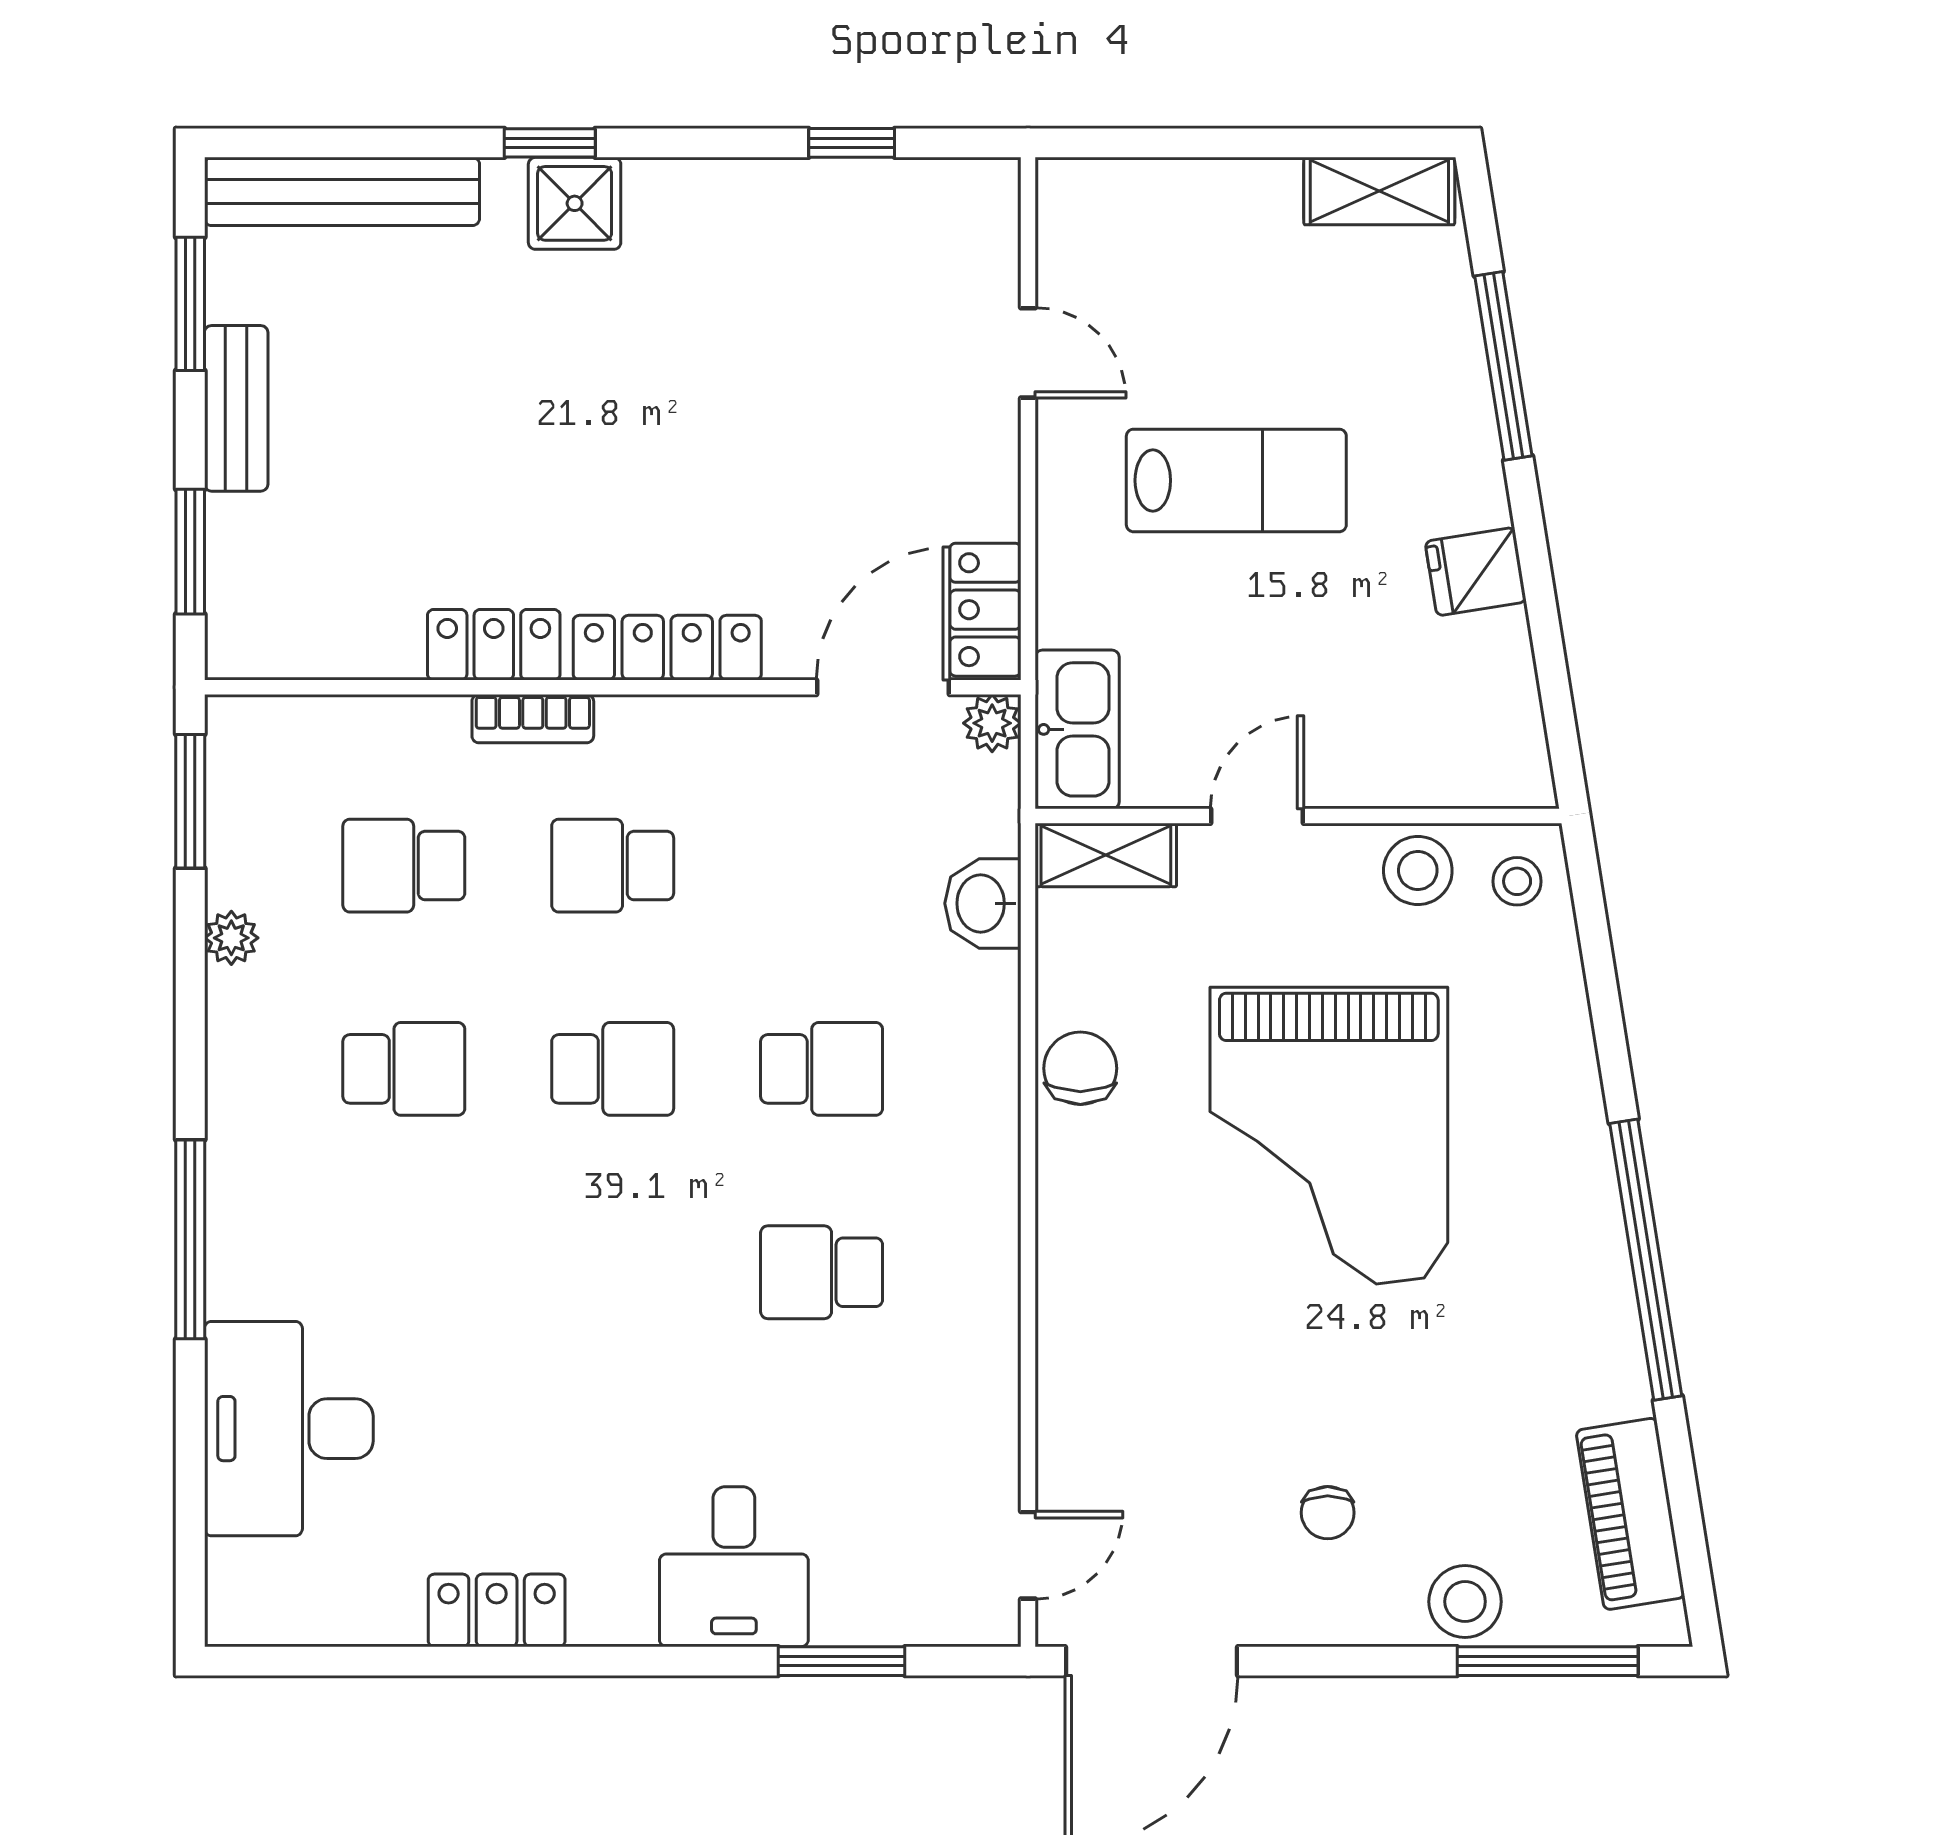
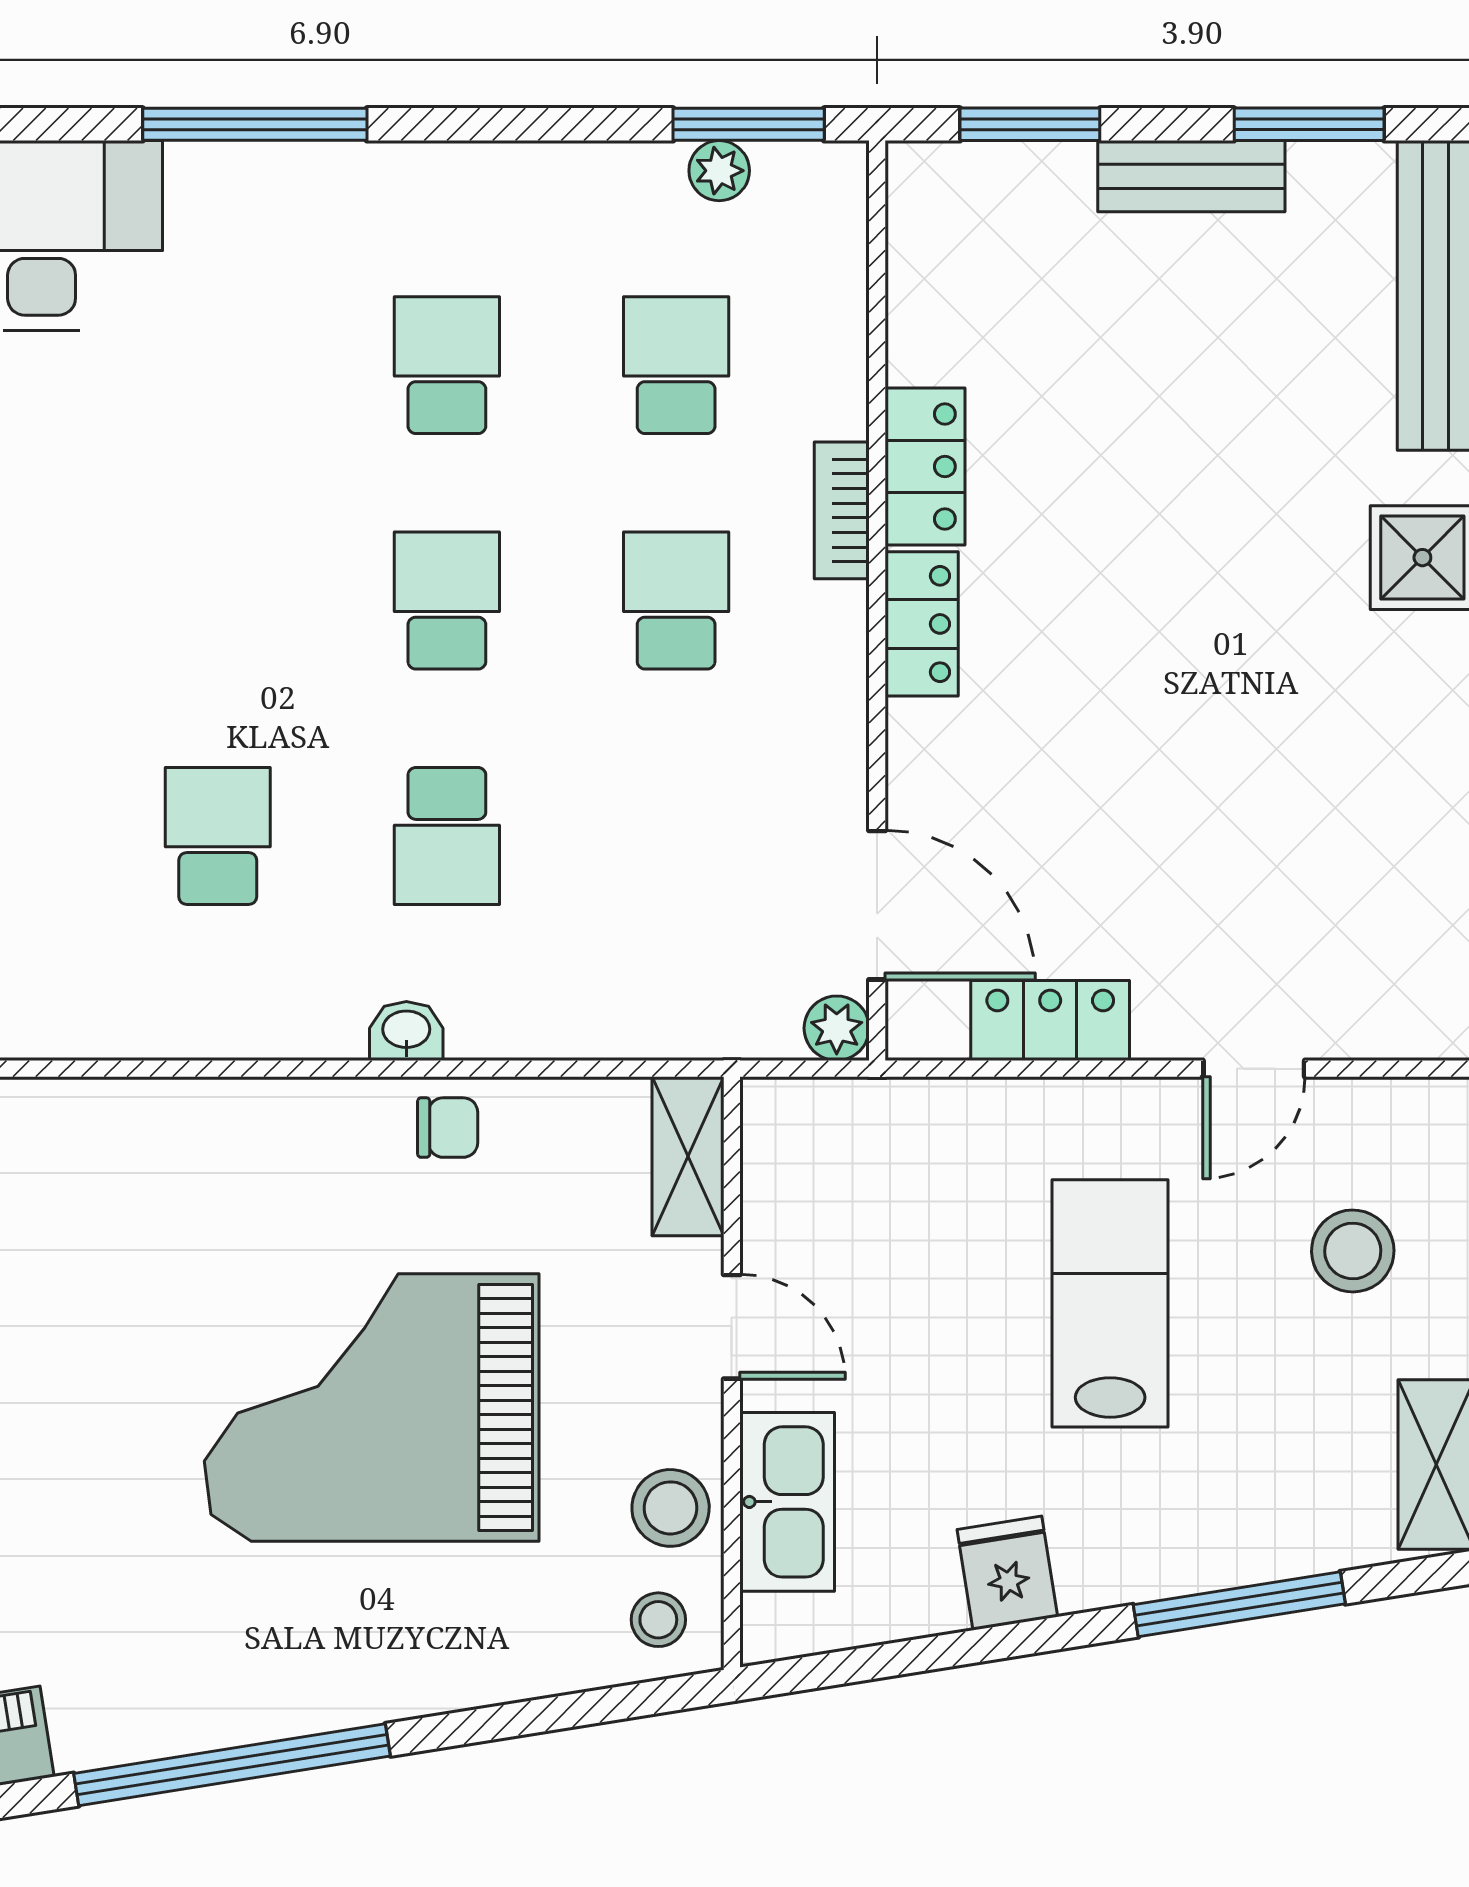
stool: (1190, 265) -> (1353, 1251), added
lab bench: (1236, 480) -> (1110, 1303), turned 180
locker: (985, 610) -> (1050, 1021), moved
locker: (667, 648) -> (922, 624), width x0.66
kitchen sink: (1077, 729) -> (787, 1502), moved, turned -90
washbasin: (983, 903) -> (406, 1031), moved, width x0.72, depth x0.69
plant: (231, 938) -> (719, 171), moved
chair: (1080, 1068) -> (448, 1128), width x0.73, depth x0.73
school desk: (404, 1069) -> (447, 365), turned 180
school desk: (613, 1069) -> (447, 601), turned 180

